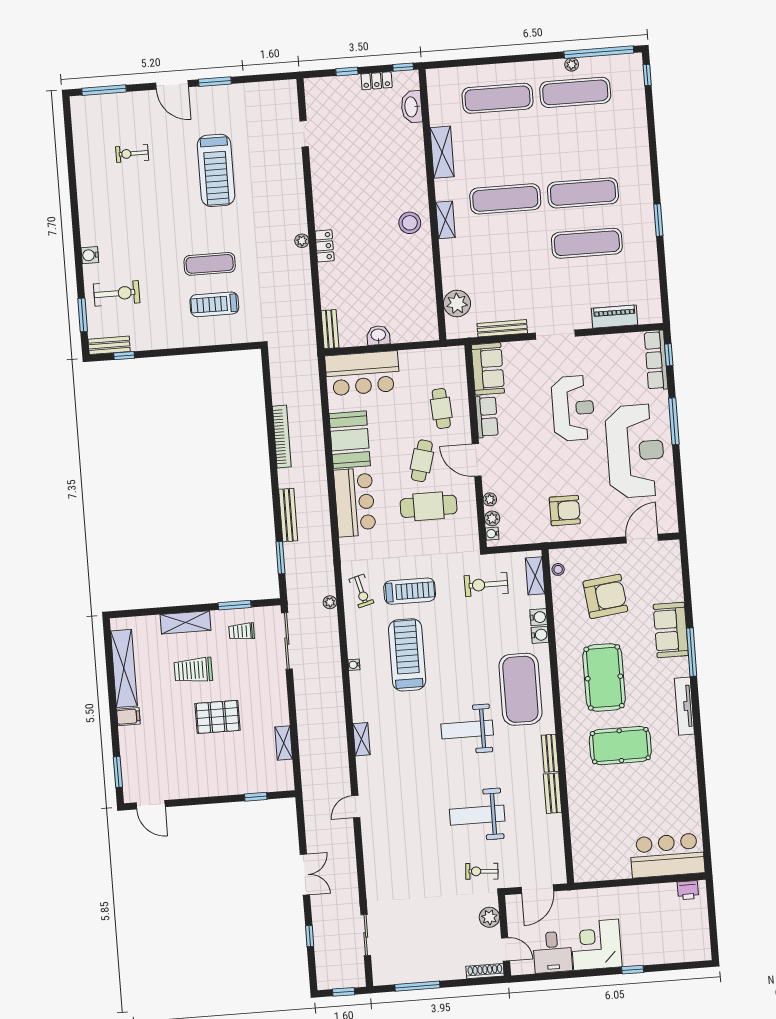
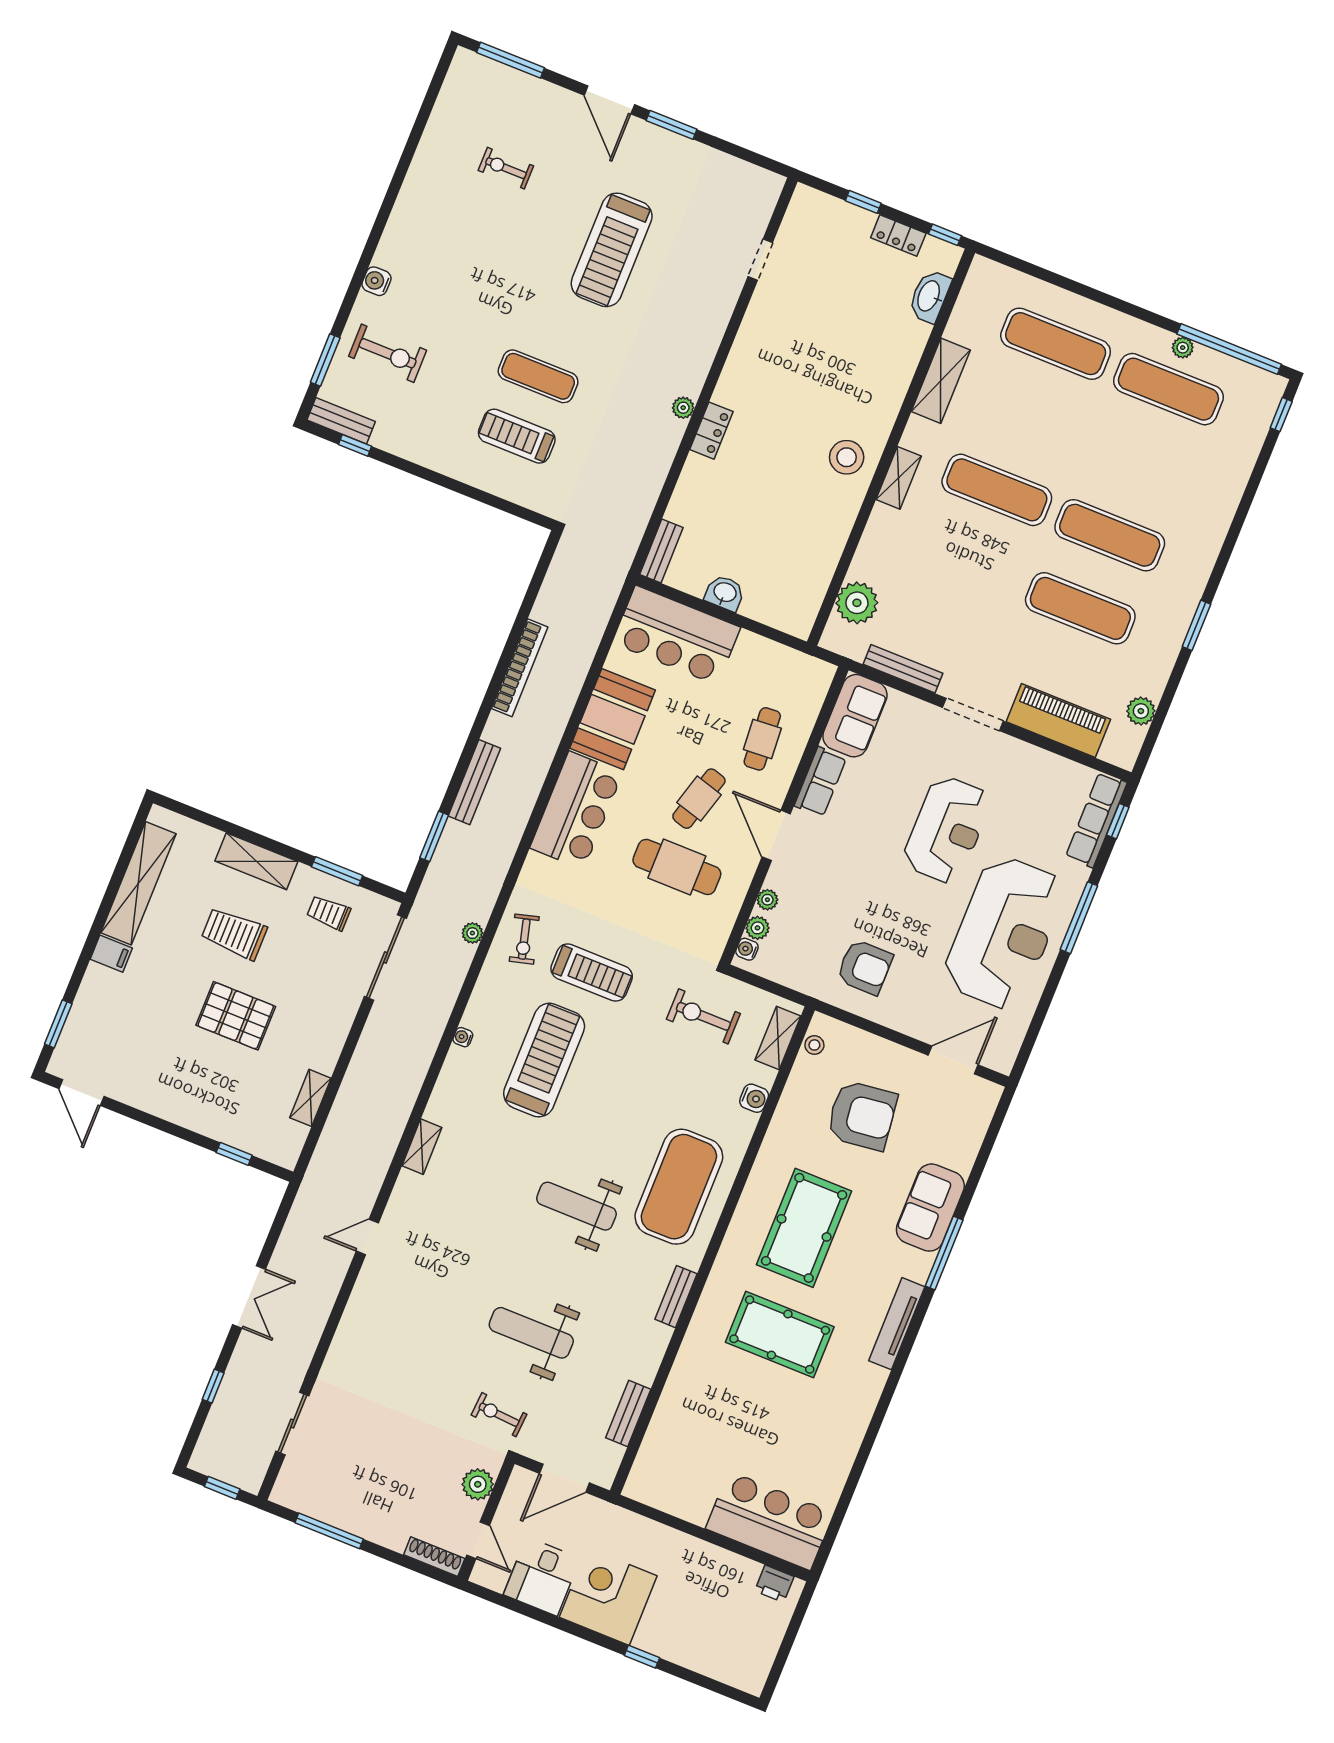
plant: (651, 285) -> (1141, 711), added
piano: (615, 317) -> (1058, 720), width x1.37, depth x1.33
water cooler: (540, 635) -> (744, 1124), removed
bench: (553, 793) -> (628, 1413), moved

